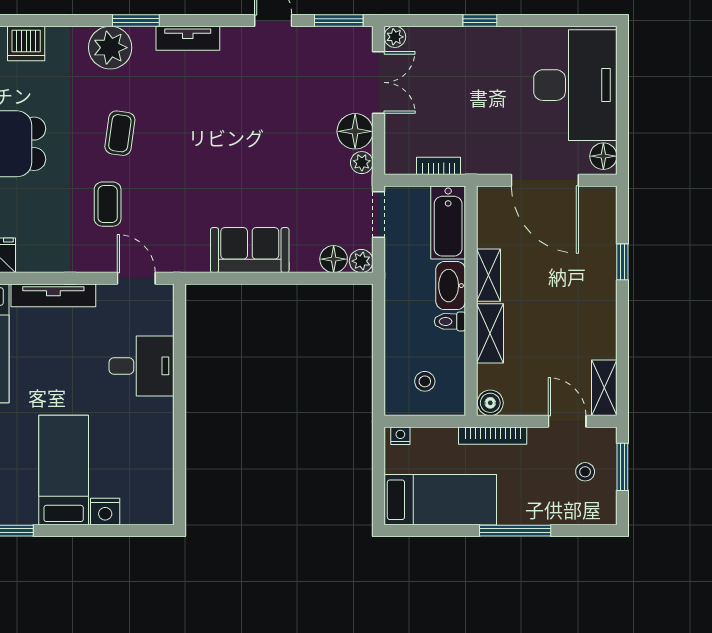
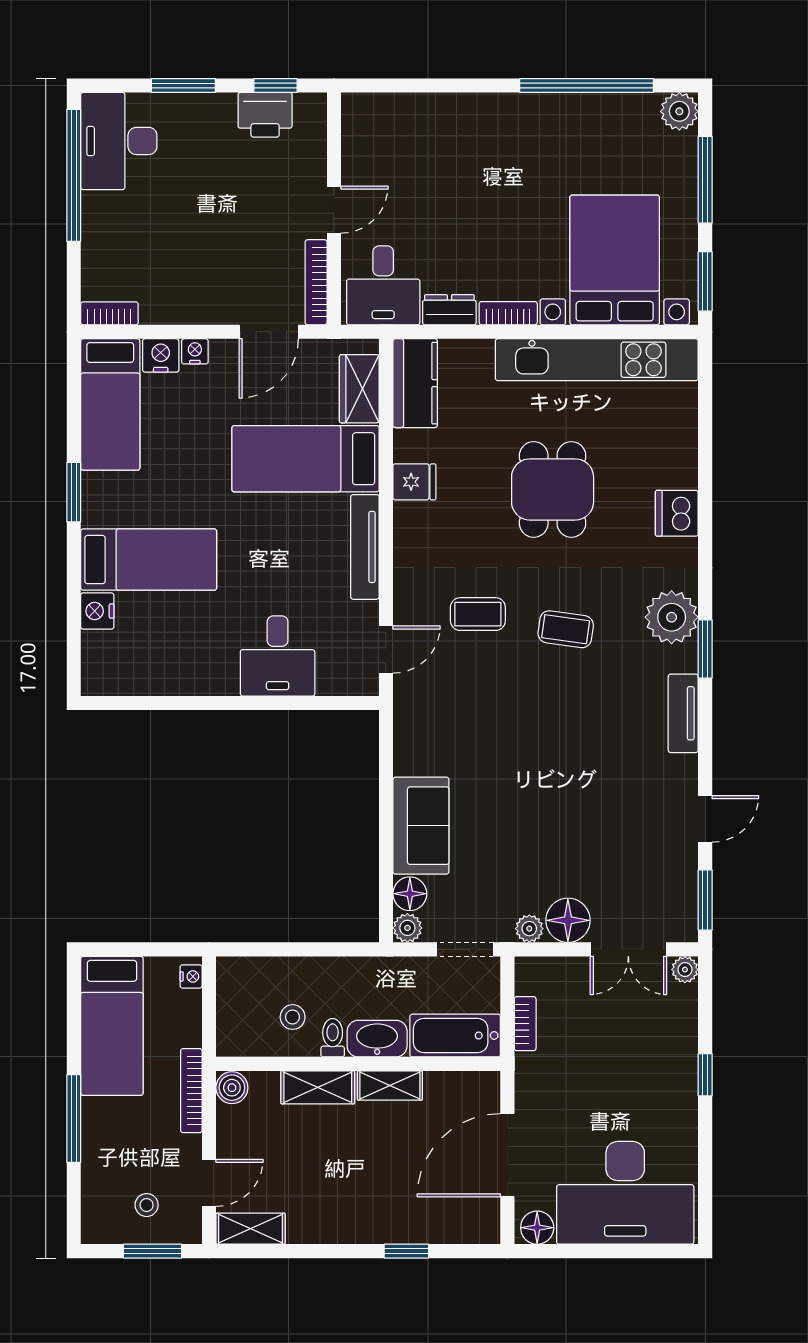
sofa: (250, 250) -> (421, 826), moved
stool: (425, 381) -> (293, 1017), moved

